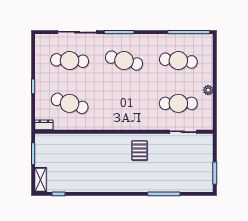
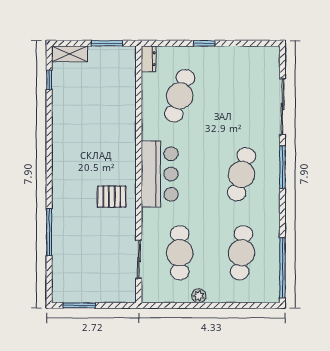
cafe table: (70, 61) -> (242, 96), removed
bar counter: (124, 117) -> (160, 174), added

